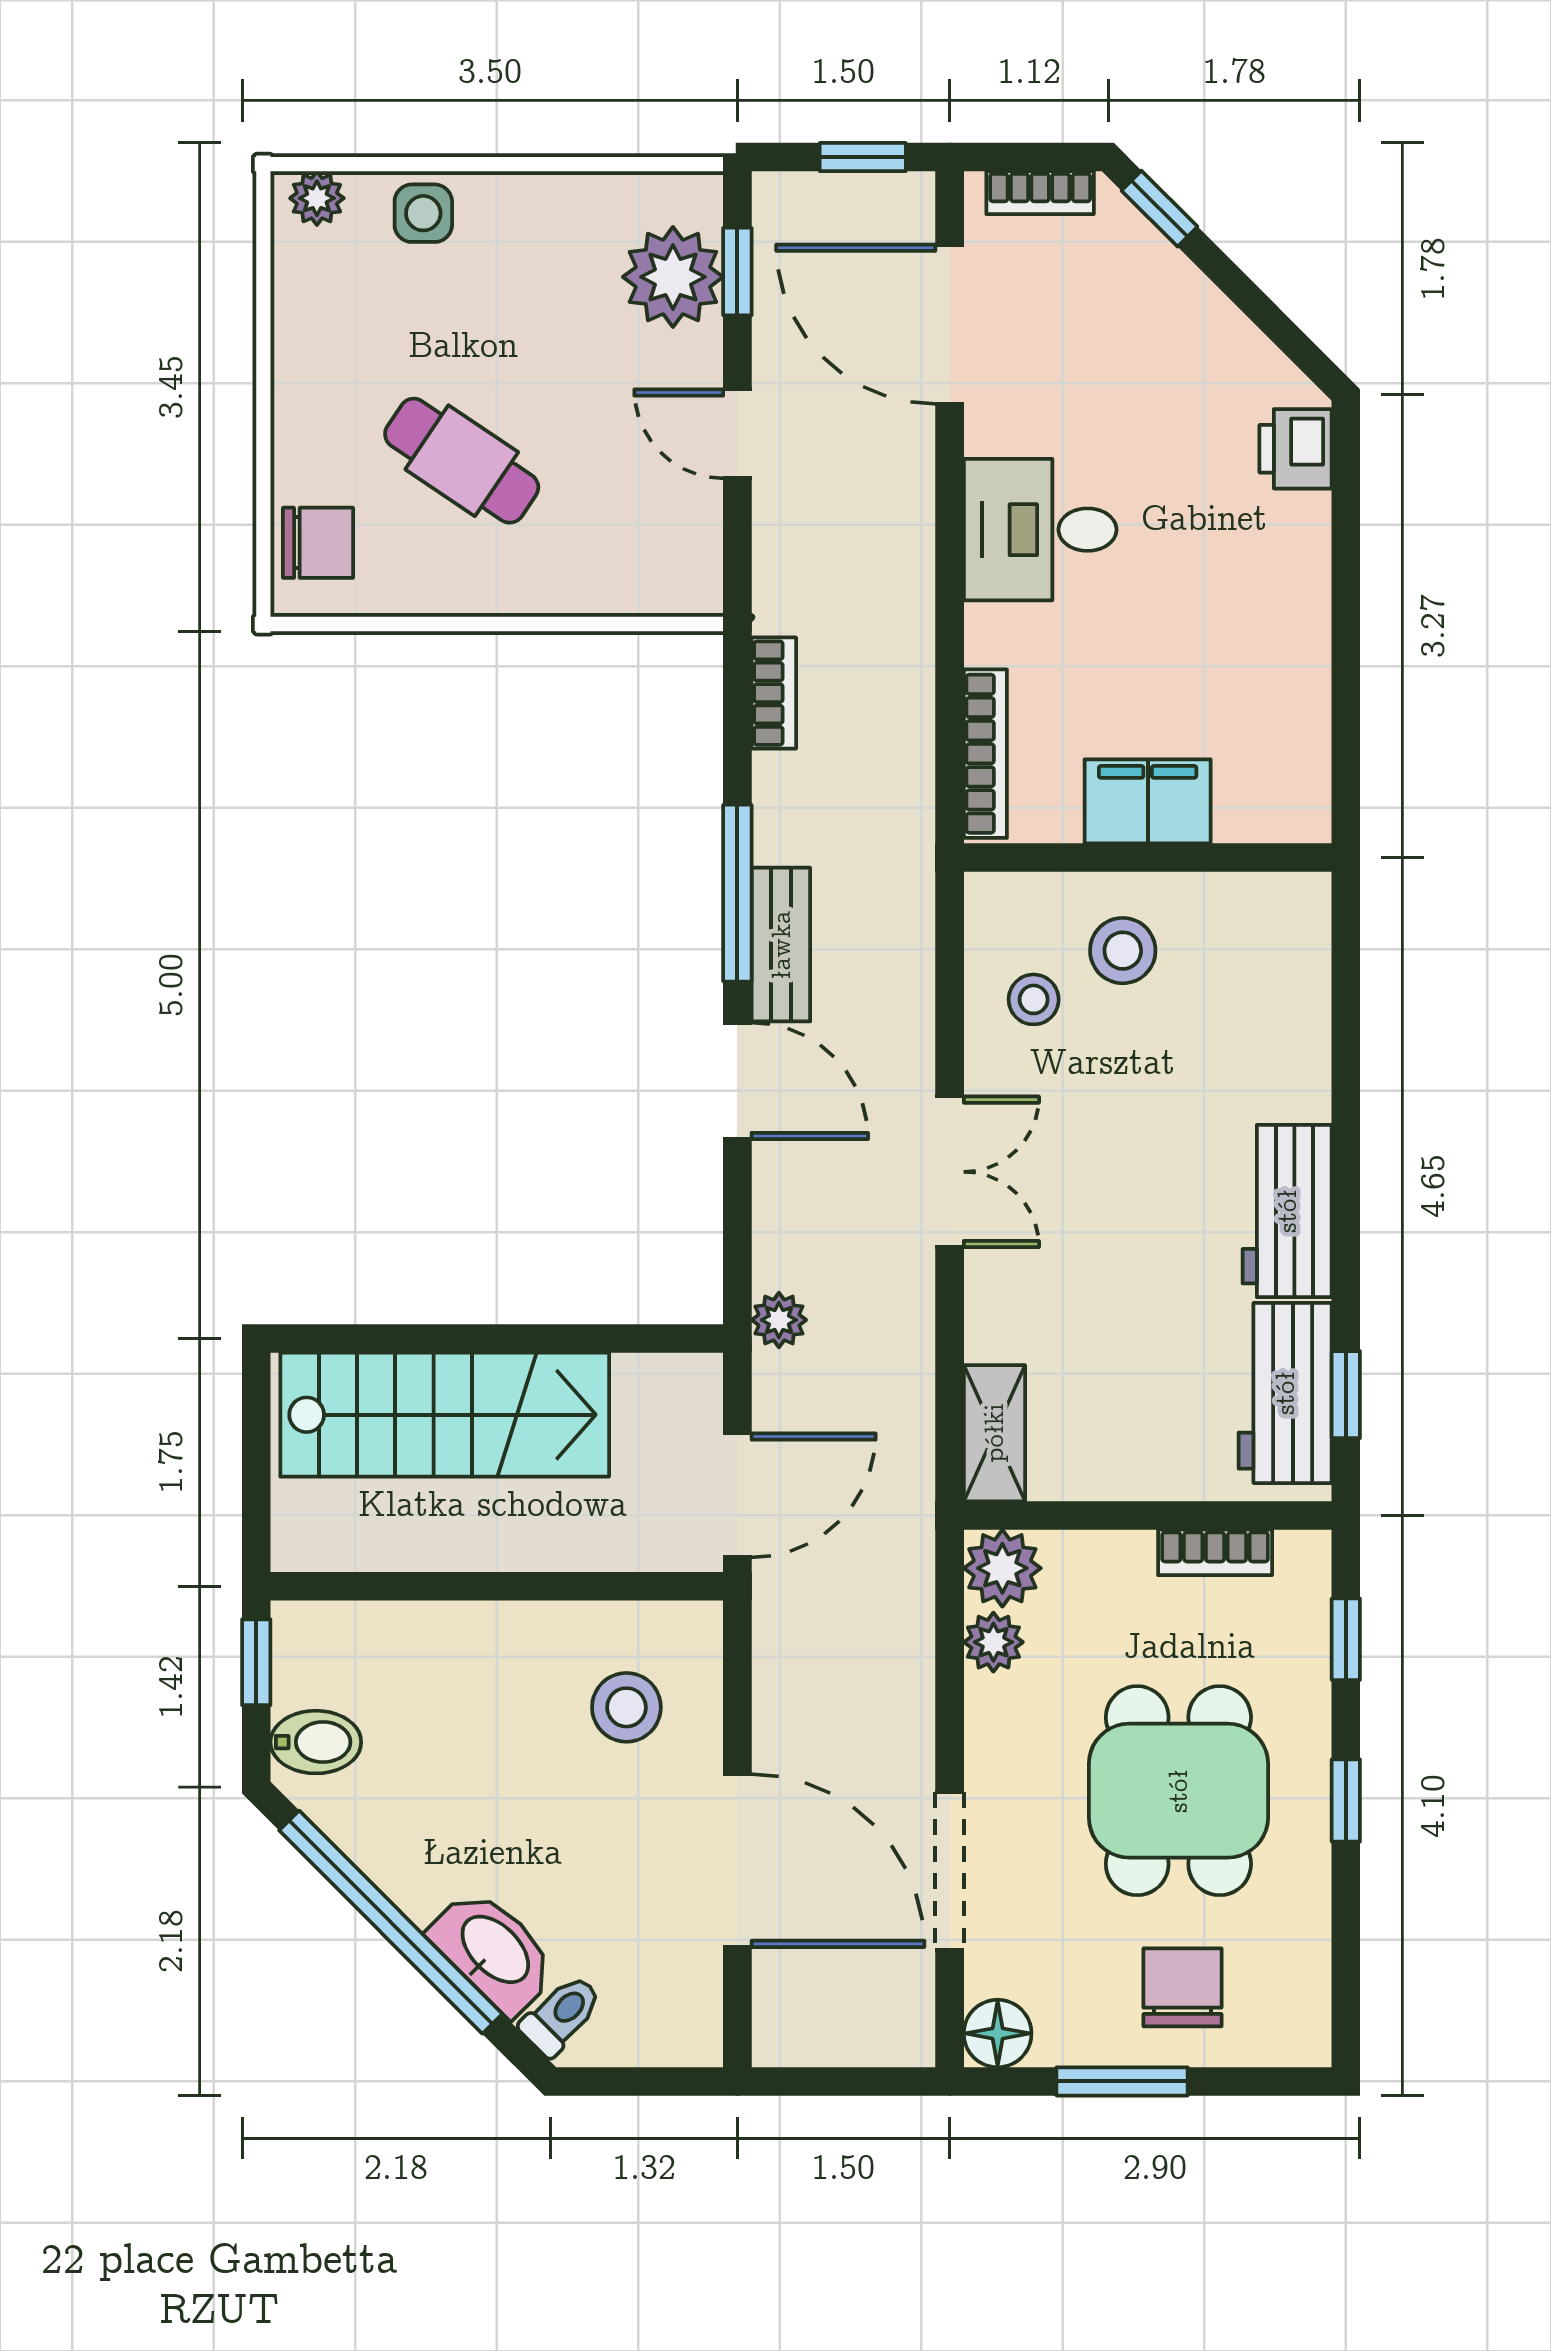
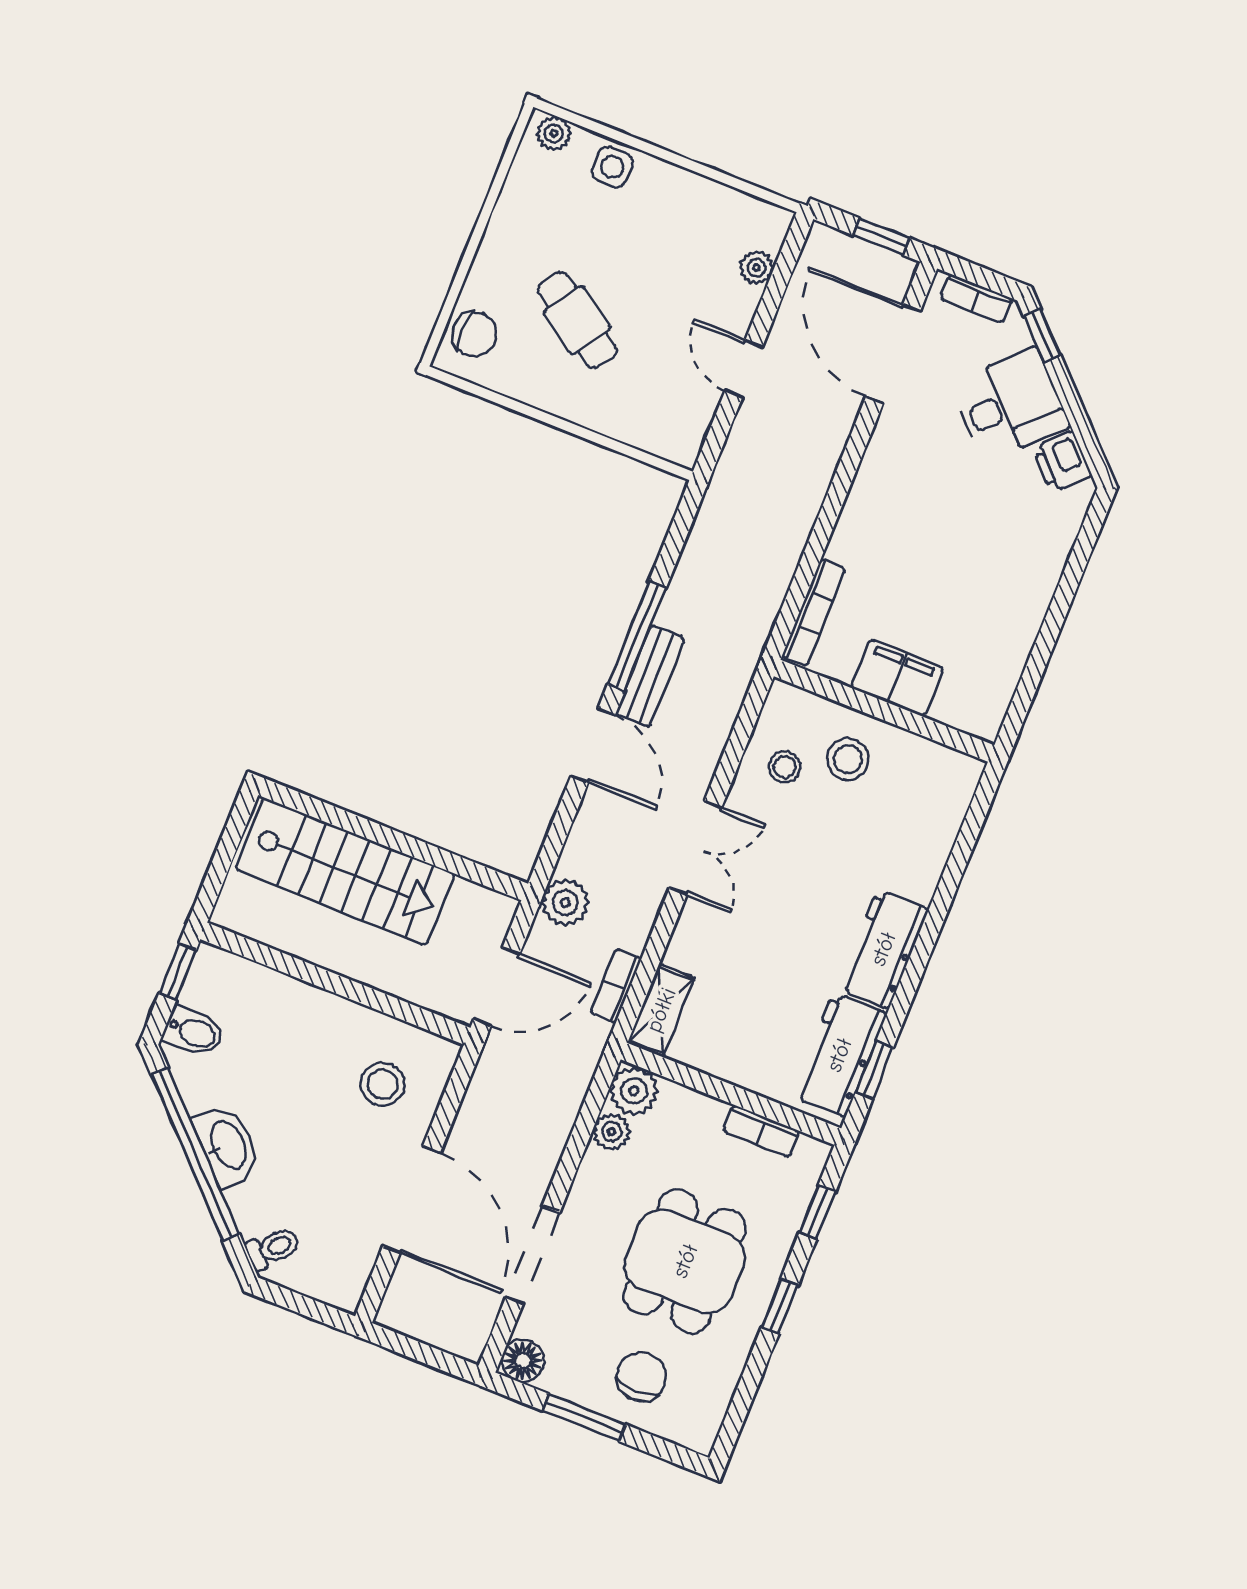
window: (737, 272) -> (782, 274), removed
plant: (673, 277) -> (757, 268), width x0.53, depth x0.53
printer: (1296, 449) -> (1062, 462), moved, turned -45
desk: (1040, 530) -> (1010, 405), moved, turned 135
bookcase: (774, 693) -> (616, 986), moved, turned 180
plant: (779, 1320) -> (565, 903), width x1.38, depth x1.38
washbasin: (494, 1951) -> (227, 1145), moved

